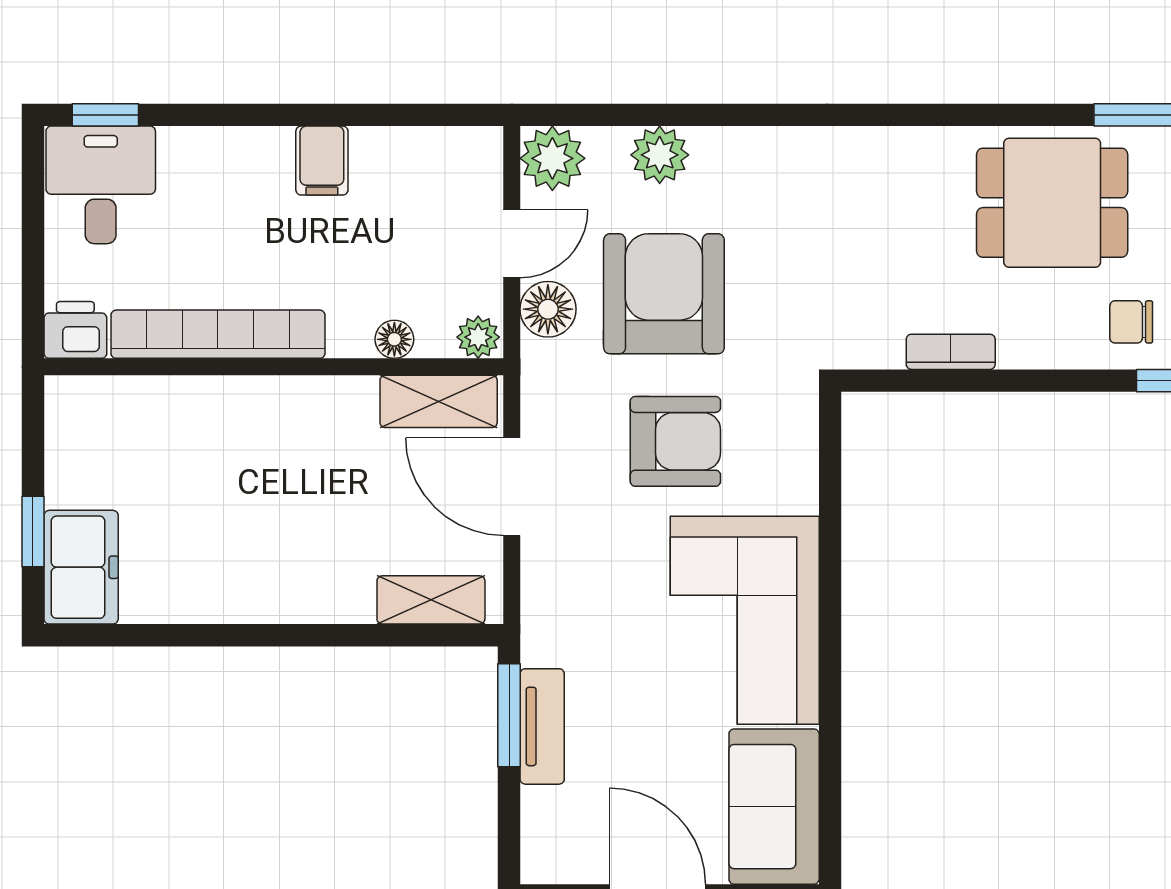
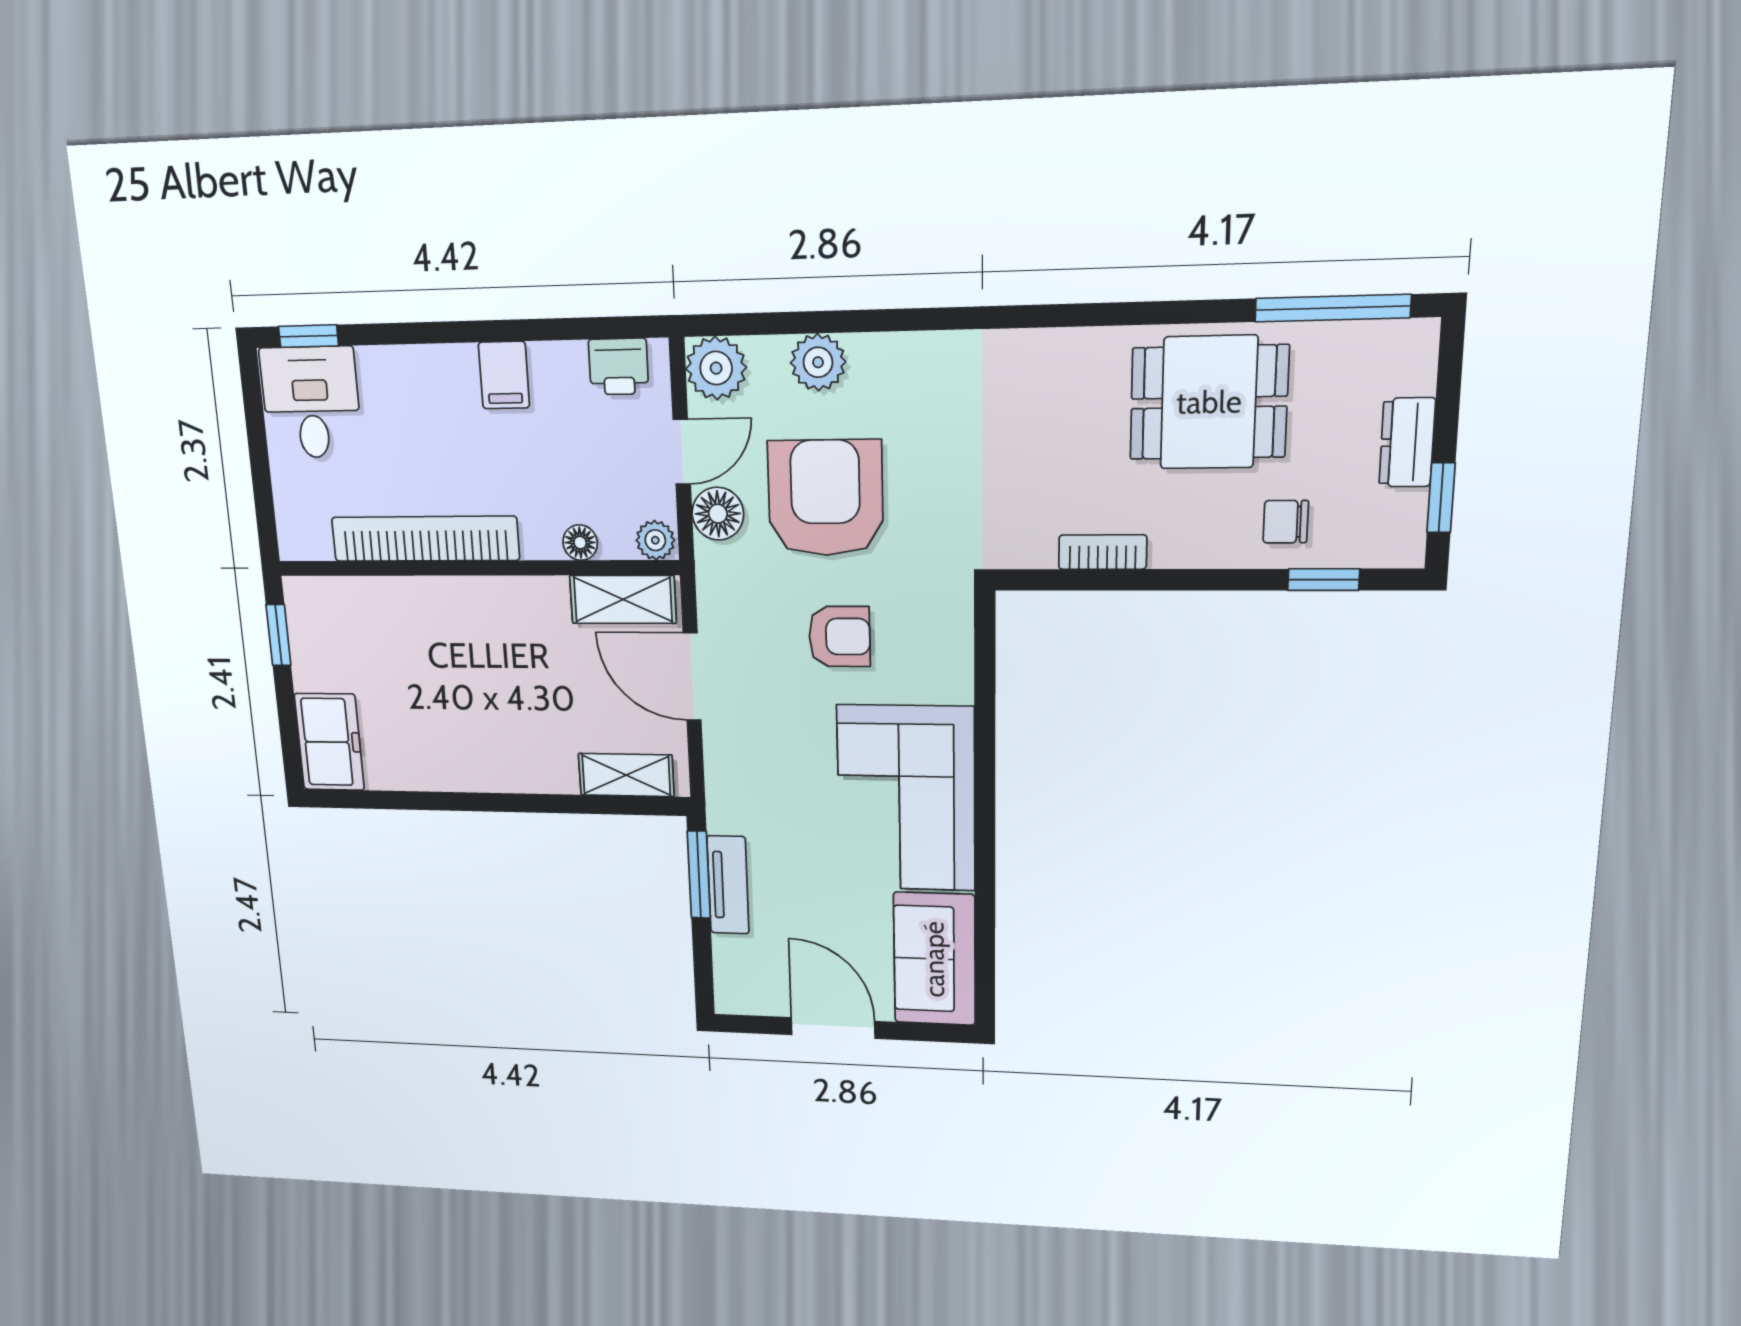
printer: (75, 330) -> (619, 367), moved, turned 180
armchair: (675, 441) -> (839, 636), width x0.72, depth x0.72
window: (33, 532) -> (278, 635), moved

